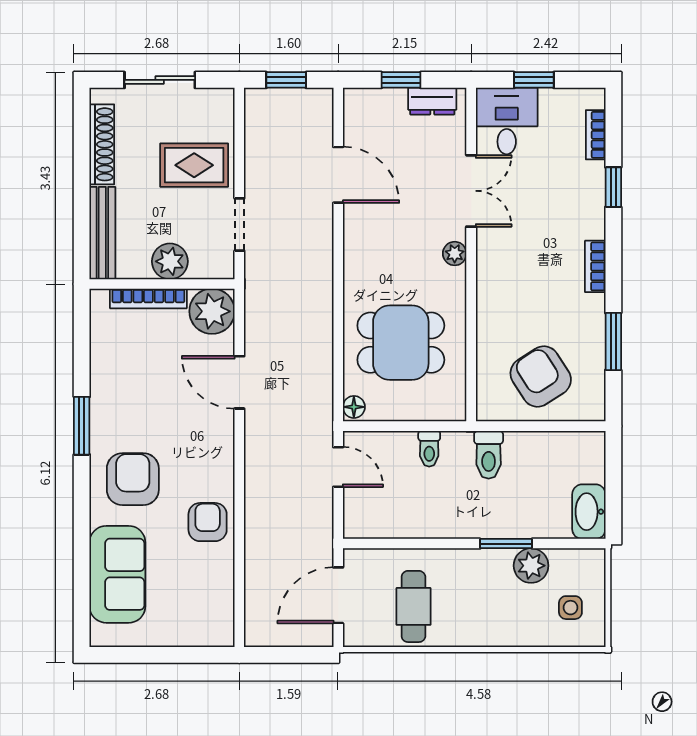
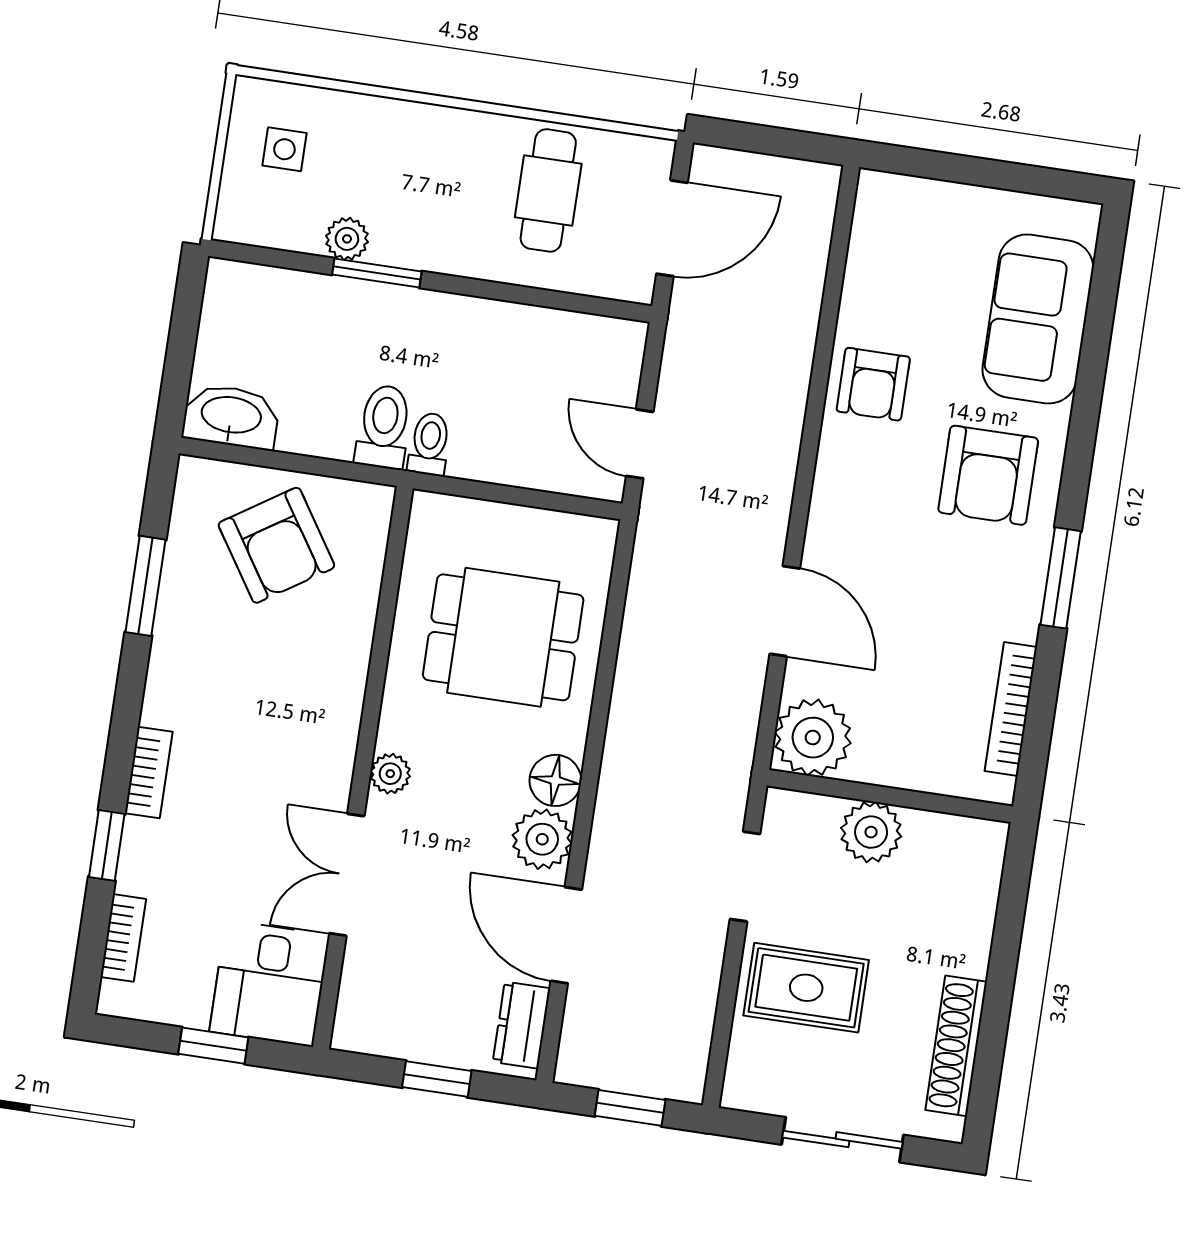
dresser: (432, 101) -> (522, 1025), moved, turned -90
plant: (361, 229) -> (542, 839), added
bench: (102, 233) -> (978, 897), removed
bookcase: (595, 266) -> (149, 773), moved
bookcase: (148, 298) -> (1011, 709), moved, turned -90
floor lamp: (354, 407) -> (555, 780), moved, width x1.37, depth x1.37
toilet: (429, 449) -> (429, 444), moved
washbasin: (589, 512) -> (231, 416), moved, turned -90
plant: (531, 566) -> (347, 239), width x0.73, depth x0.73

